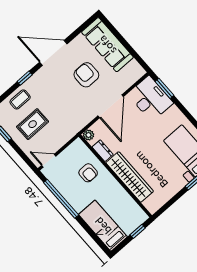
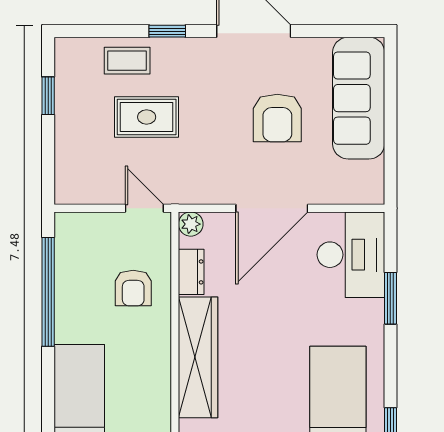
armchair: (86, 75) -> (277, 118), turned 180
window: (165, 88) -> (390, 298), moved
rug: (33, 124) -> (147, 117), moved
door: (49, 161) -> (144, 208), moved

